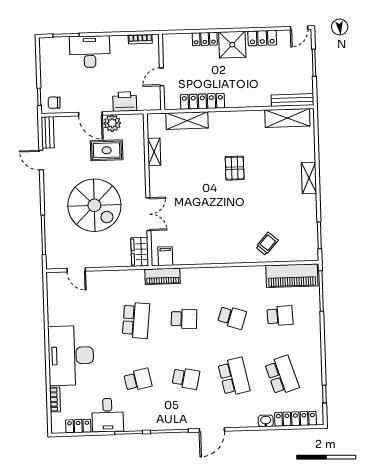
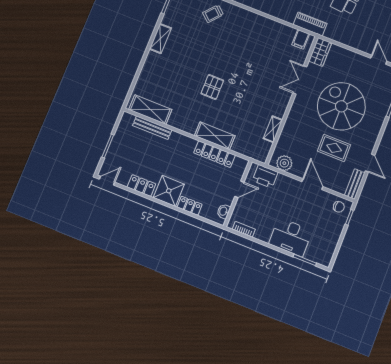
washbasin: (168, 48) -> (224, 211), added
bench: (292, 100) -> (152, 128), moved
printer: (125, 102) -> (265, 176), moved
shelving: (187, 121) -> (215, 136), moved
plant: (112, 123) -> (284, 163), moved
rug: (107, 150) -> (334, 148), moved
shelving: (309, 178) -> (160, 39), moved

